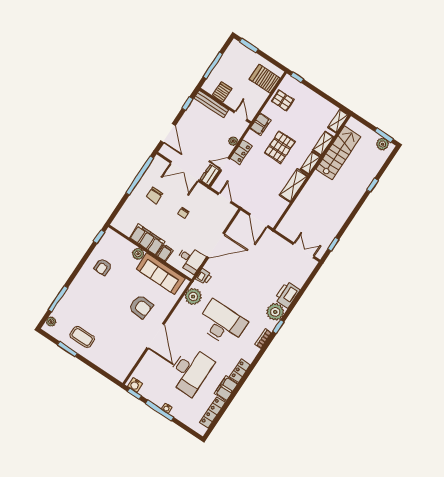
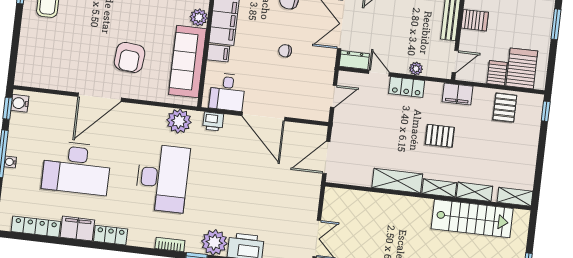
server rack: (260, 95) -> (497, 73), added
pallet: (280, 147) -> (440, 136), width x0.67, depth x0.71

